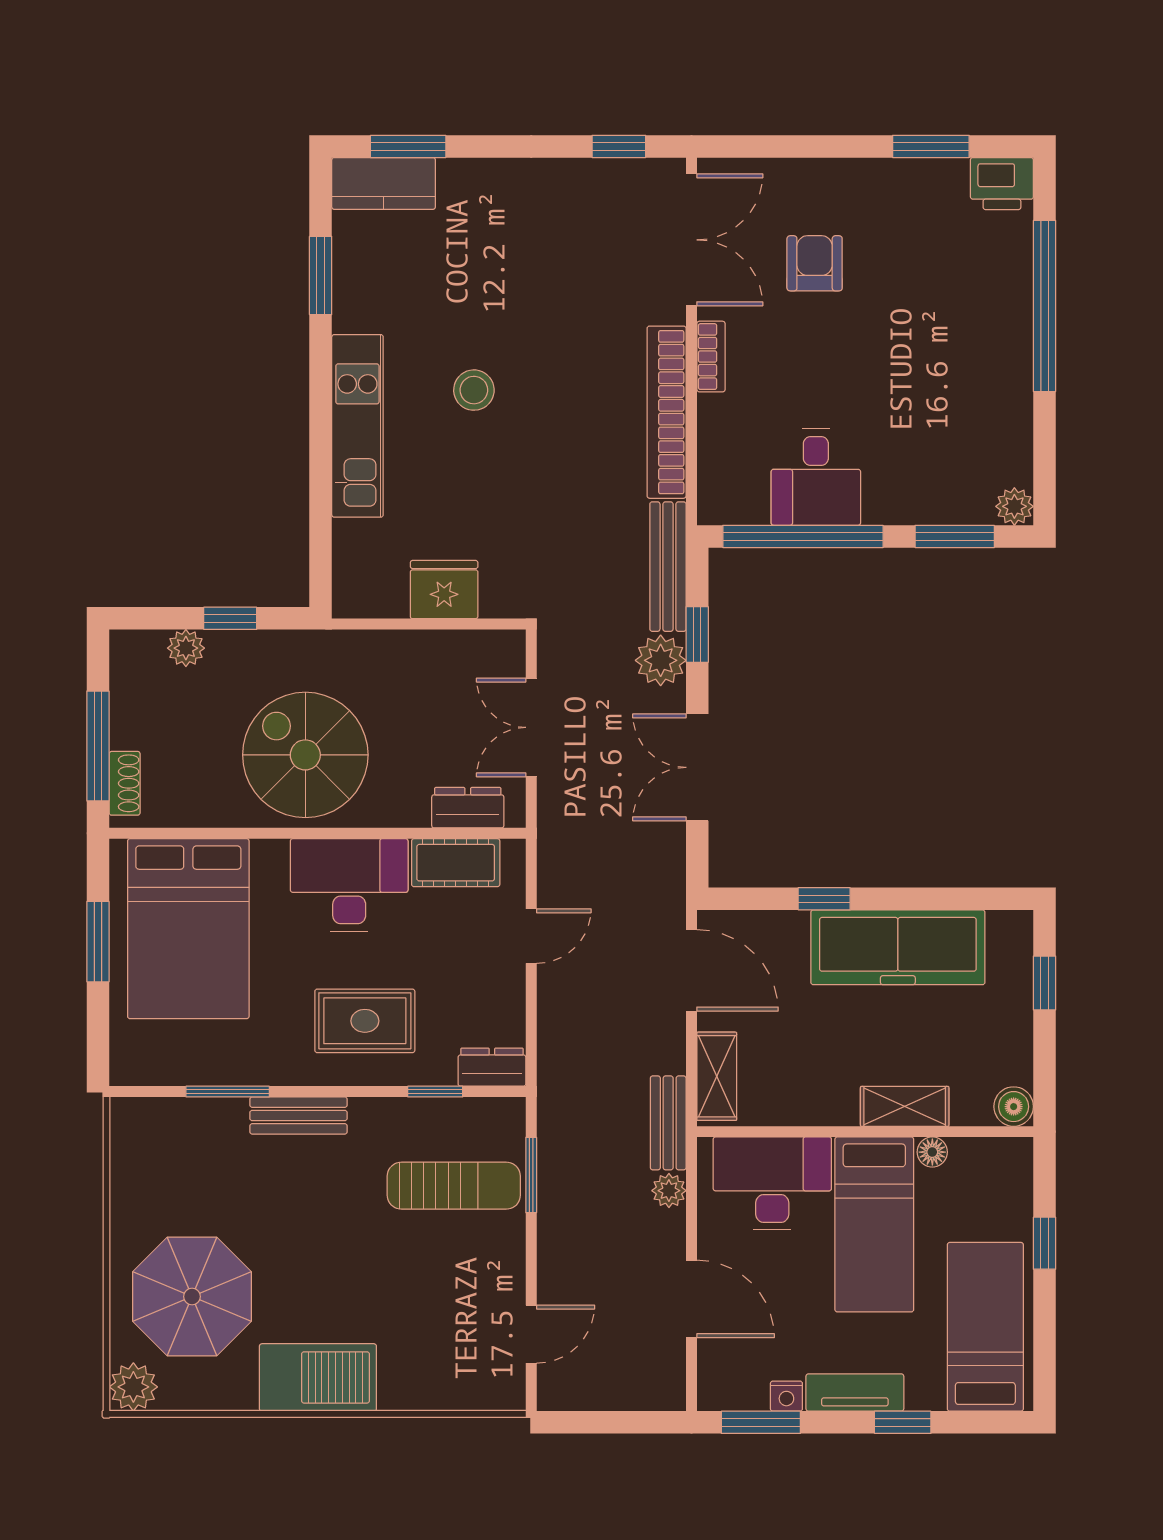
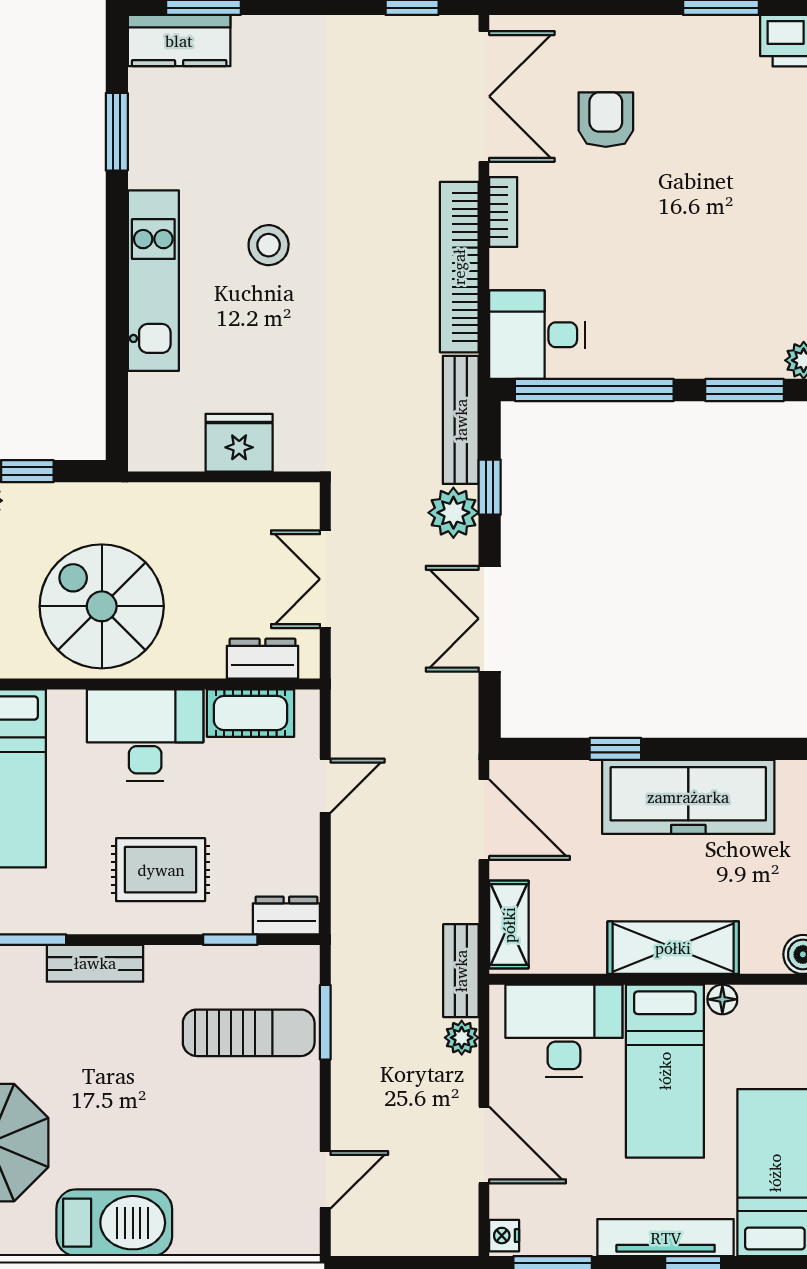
desk: (816, 477) -> (537, 335), moved, turned 90
shelving: (905, 1106) -> (673, 948), width x1.50, depth x1.33
tv unit: (855, 1393) -> (666, 1238), width x1.41
nightstand: (786, 1396) -> (504, 1236), moved, turned 90

